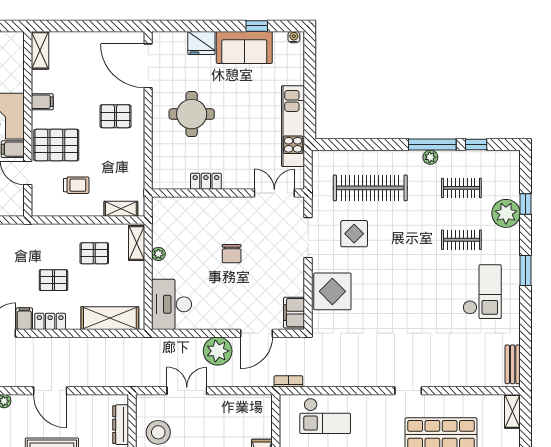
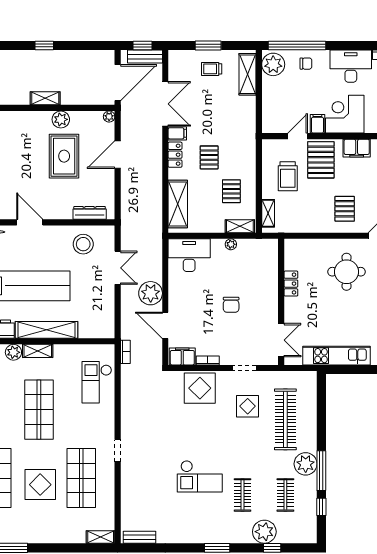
filing cabinet: (42, 102) -> (357, 148), width x2.00
plant: (430, 157) -> (306, 464), width x1.88, depth x1.88
trolley: (76, 185) -> (288, 176), width x1.36, depth x1.39
doorway: (308, 238) -> (244, 368), width x0.73
chair: (232, 254) -> (231, 305), turned -90
bookcase: (299, 282) -> (208, 360), added
checkout: (482, 292) -> (200, 476), moved

